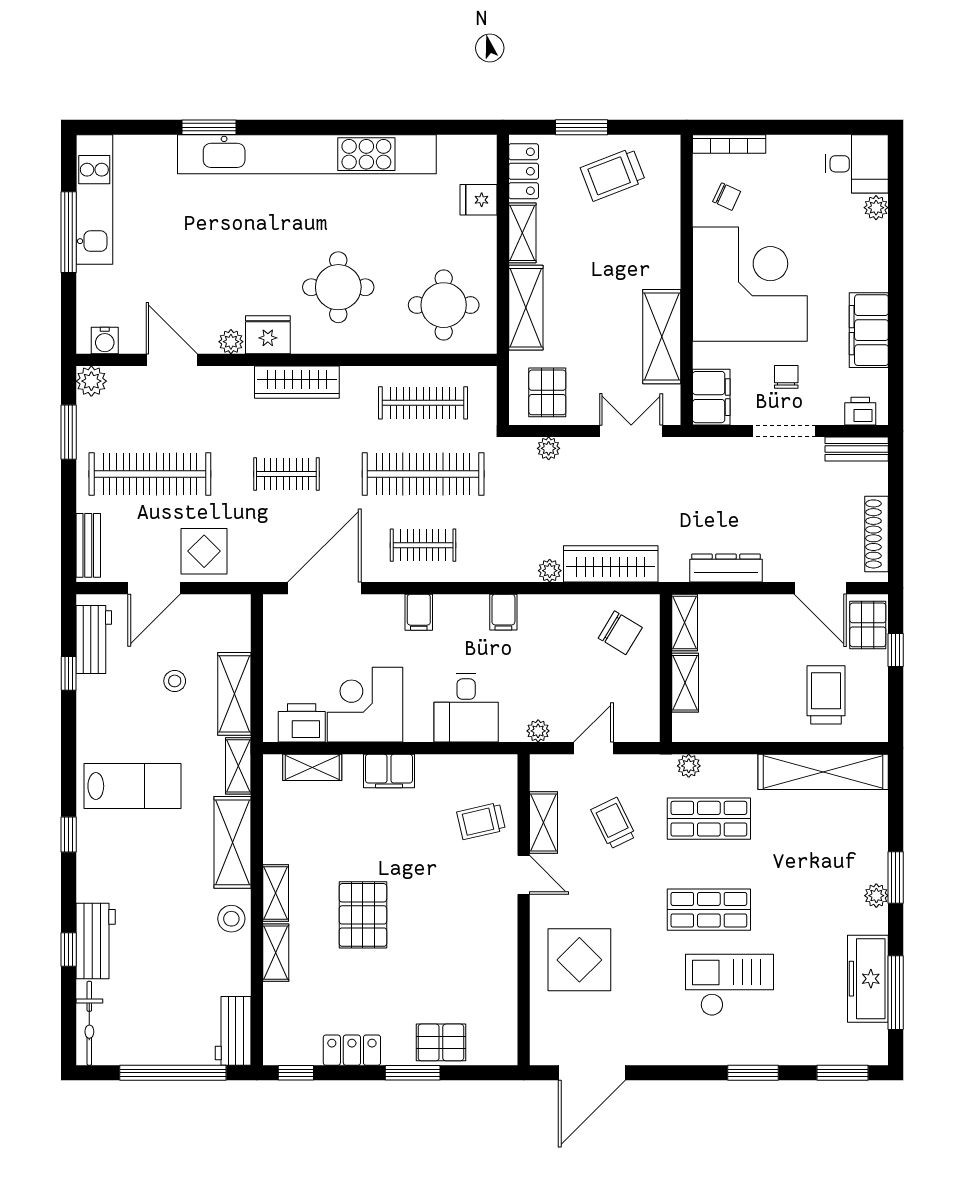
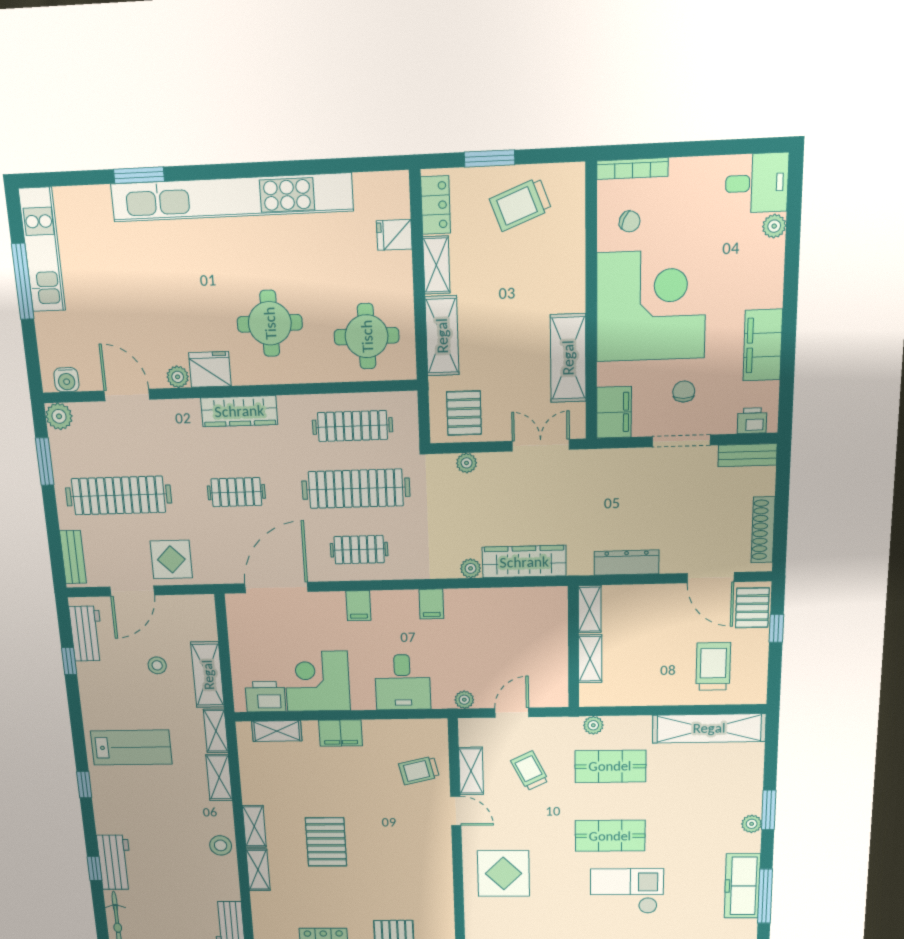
chair: (620, 633) -> (533, 619), removed
shelving: (233, 842) -> (219, 777), width x0.67, depth x0.75

